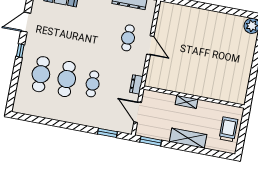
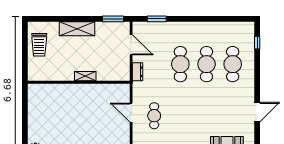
window: (20, 51) -> (257, 43), moved
cafe table: (93, 84) -> (180, 64), width x1.37, depth x1.35
wall: (194, 97) -> (79, 82), moved
shelving: (186, 102) -> (85, 76), moved

